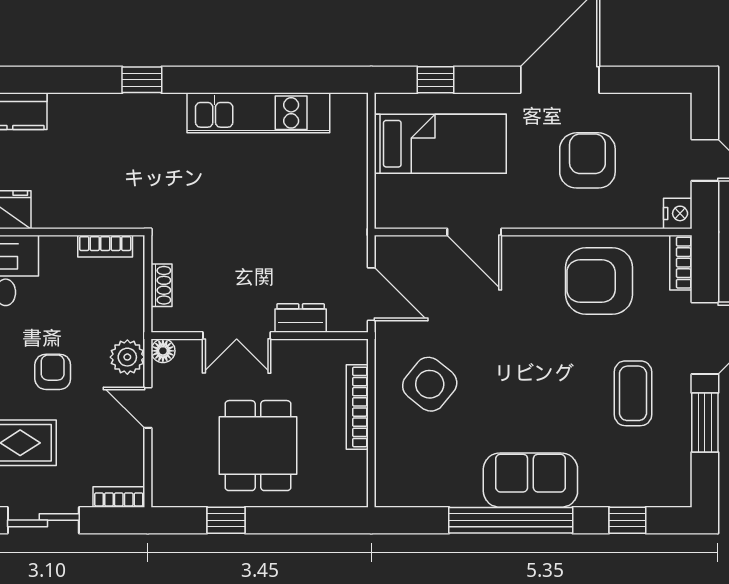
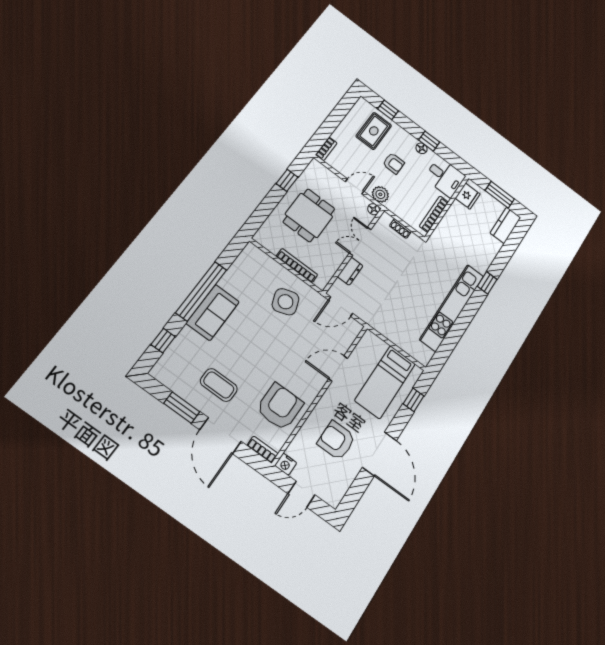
kitchen unit: (258, 113) -> (452, 308), width x1.36
armchair: (587, 160) -> (336, 440), turned 180
bookcase: (105, 246) -> (434, 214), width x1.56
side table: (430, 384) -> (286, 302), turned 32
dining table: (258, 446) -> (309, 215), turned 90
sliding door: (43, 520) -> (337, 116), removed

